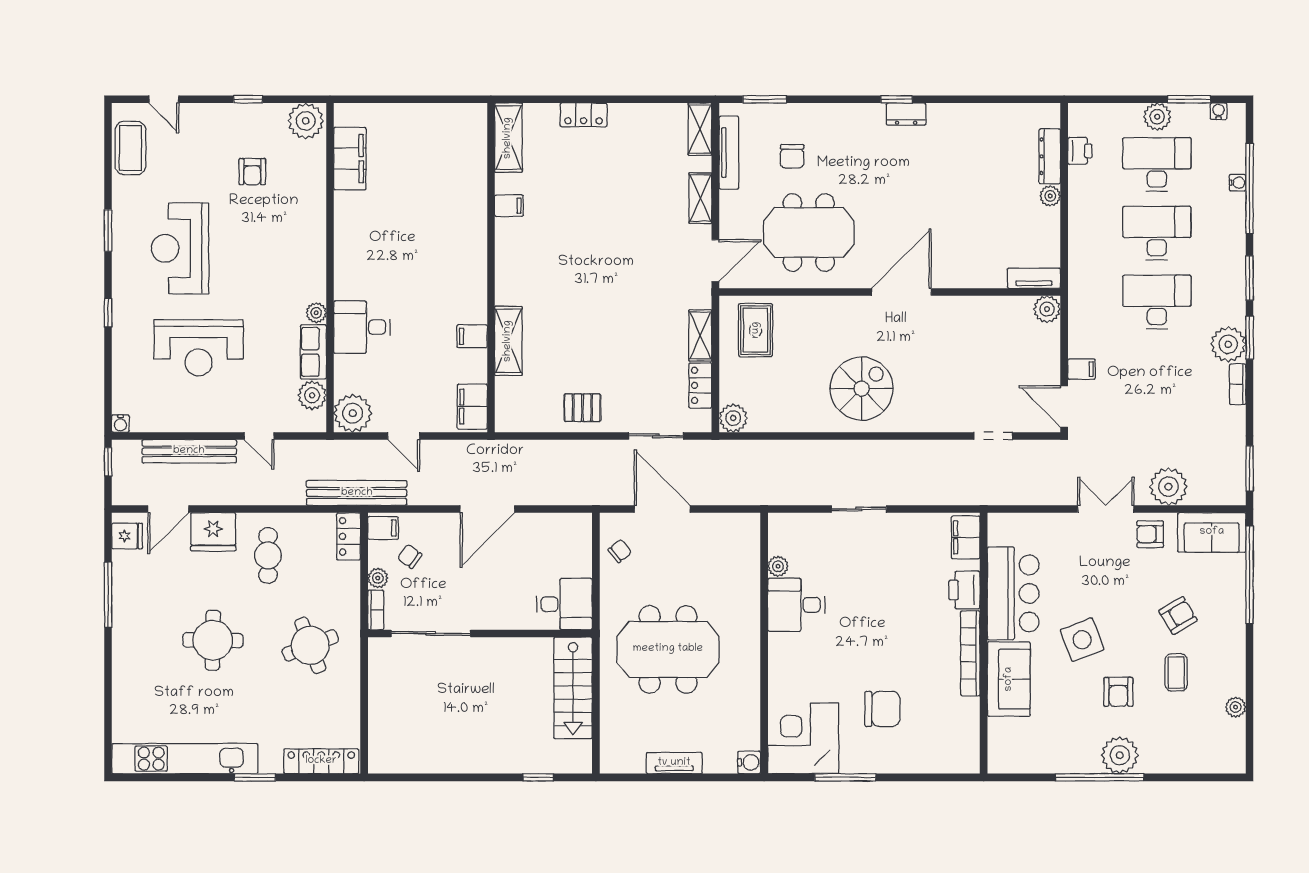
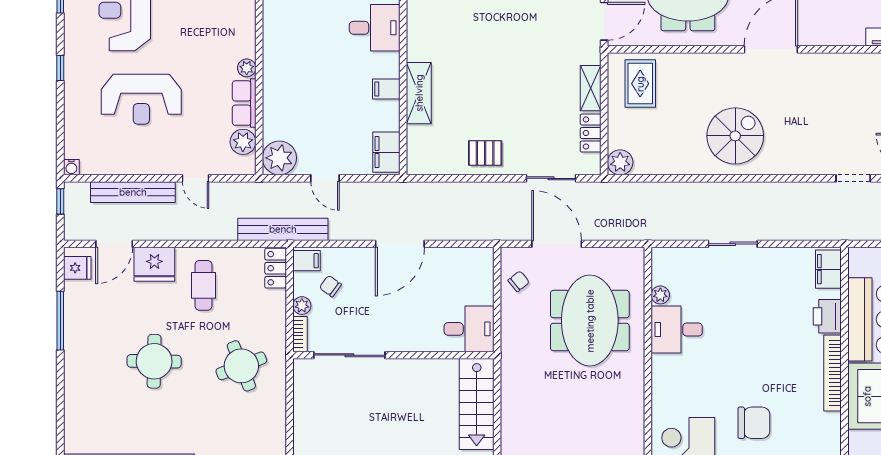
desk: (362, 327) -> (375, 28), moved, turned 180
meeting table: (668, 649) -> (590, 321), moved, turned 90

